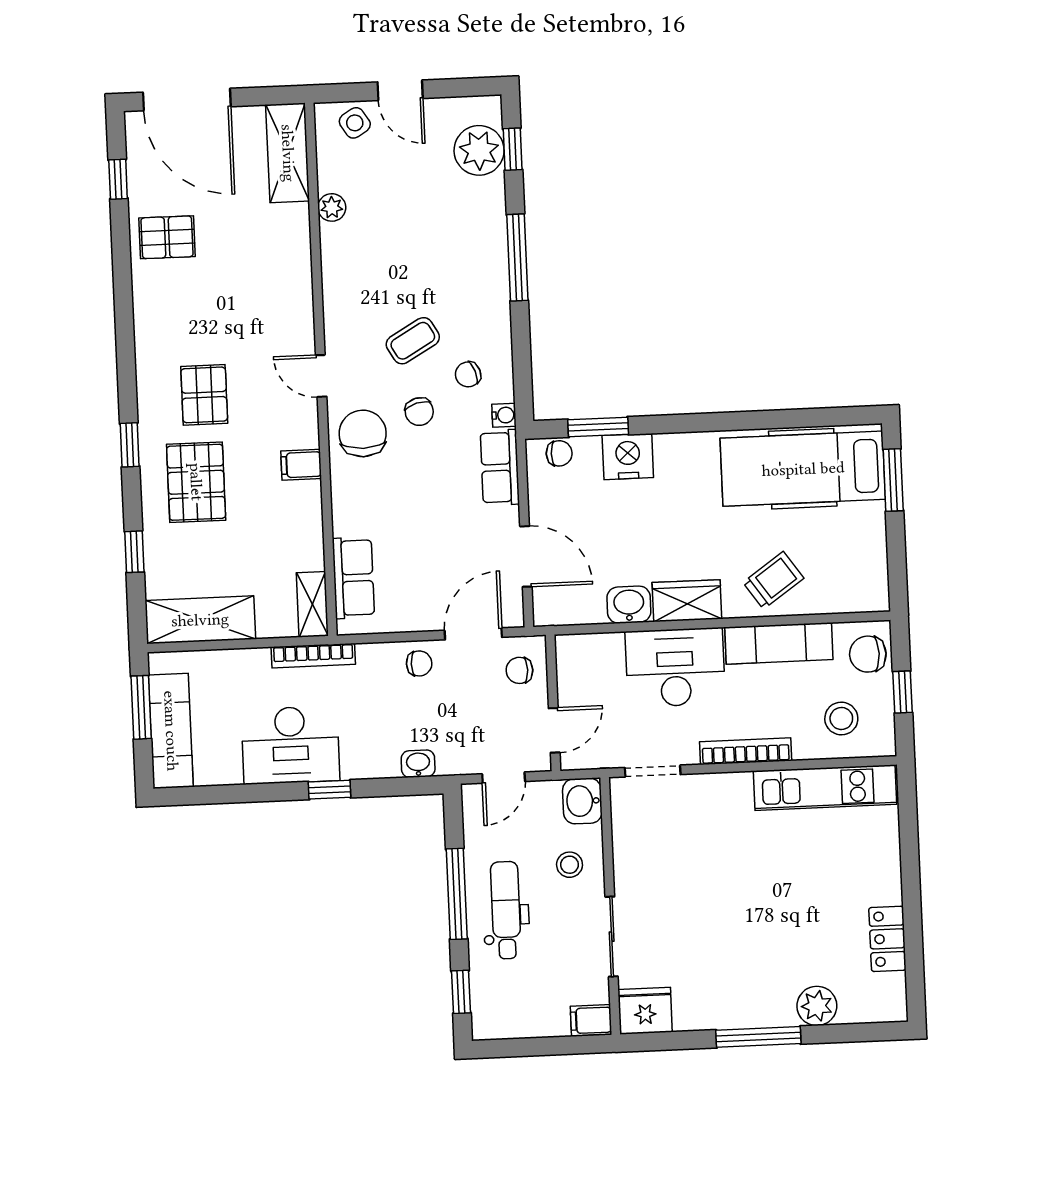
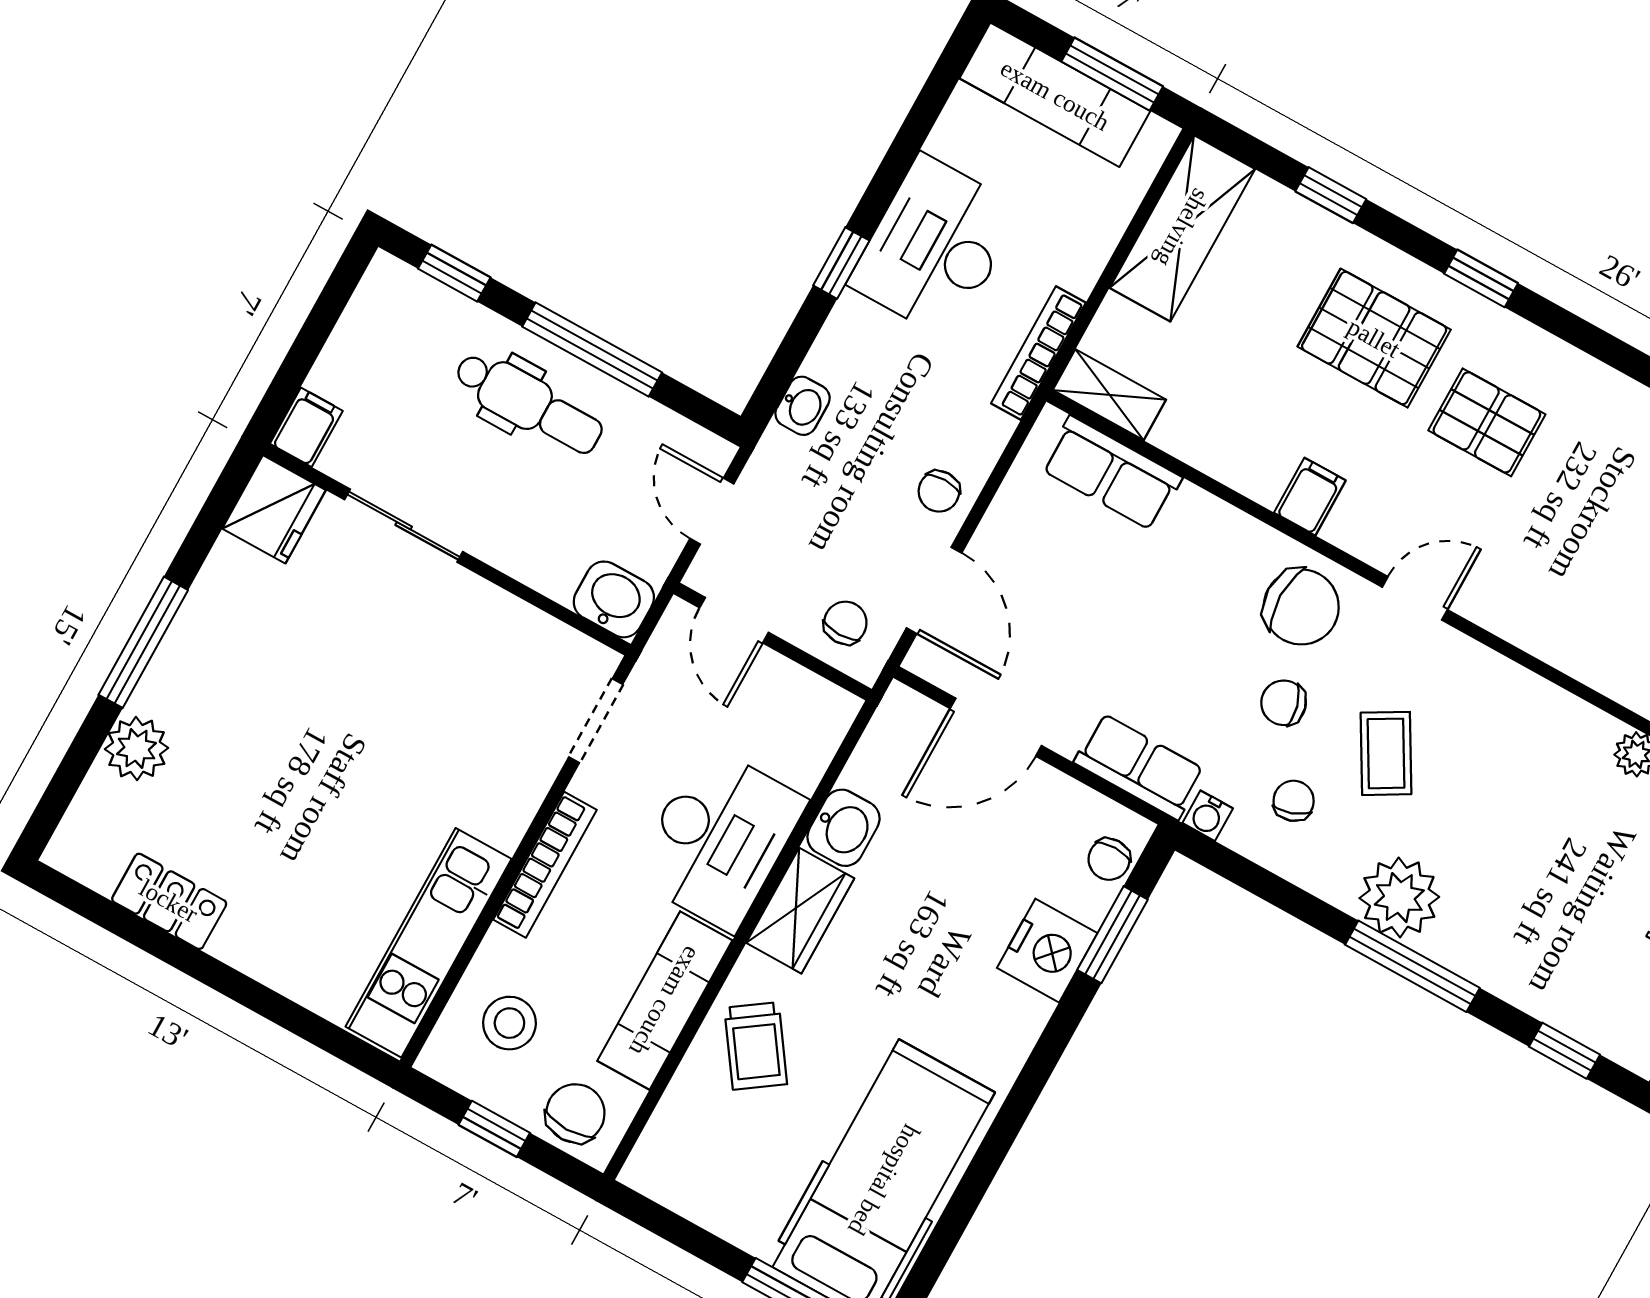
plant: (479, 150) -> (1399, 898), moved
stool: (570, 865) -> (537, 528), removed

